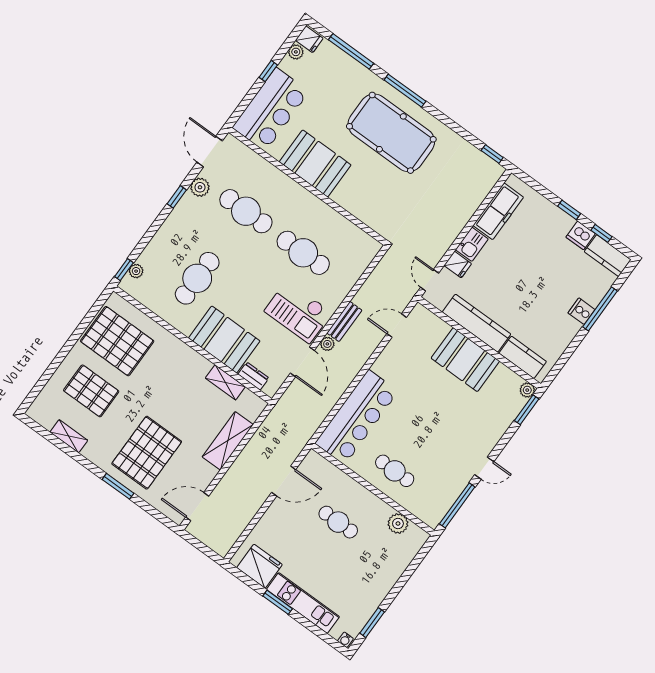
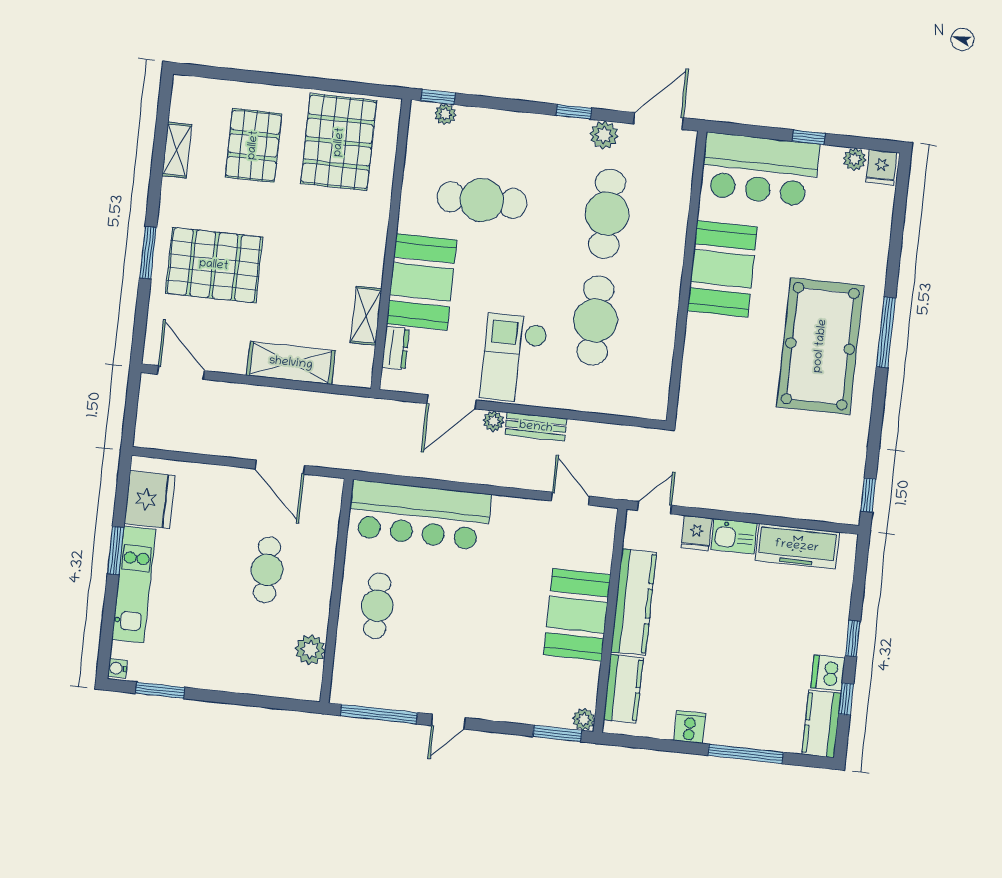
window: (351, 51) -> (897, 232), removed
cooker: (581, 311) -> (690, 727), moved
door: (484, 468) -> (448, 722), hinge flipped

